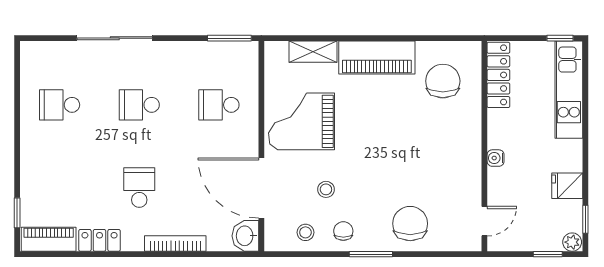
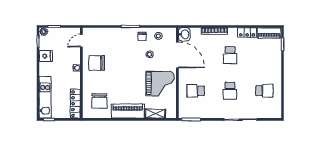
school desk: (139, 105) -> (230, 91), turned 90
school desk: (219, 105) -> (196, 91), turned 180
chair: (410, 224) -> (97, 63), moved, turned 90

